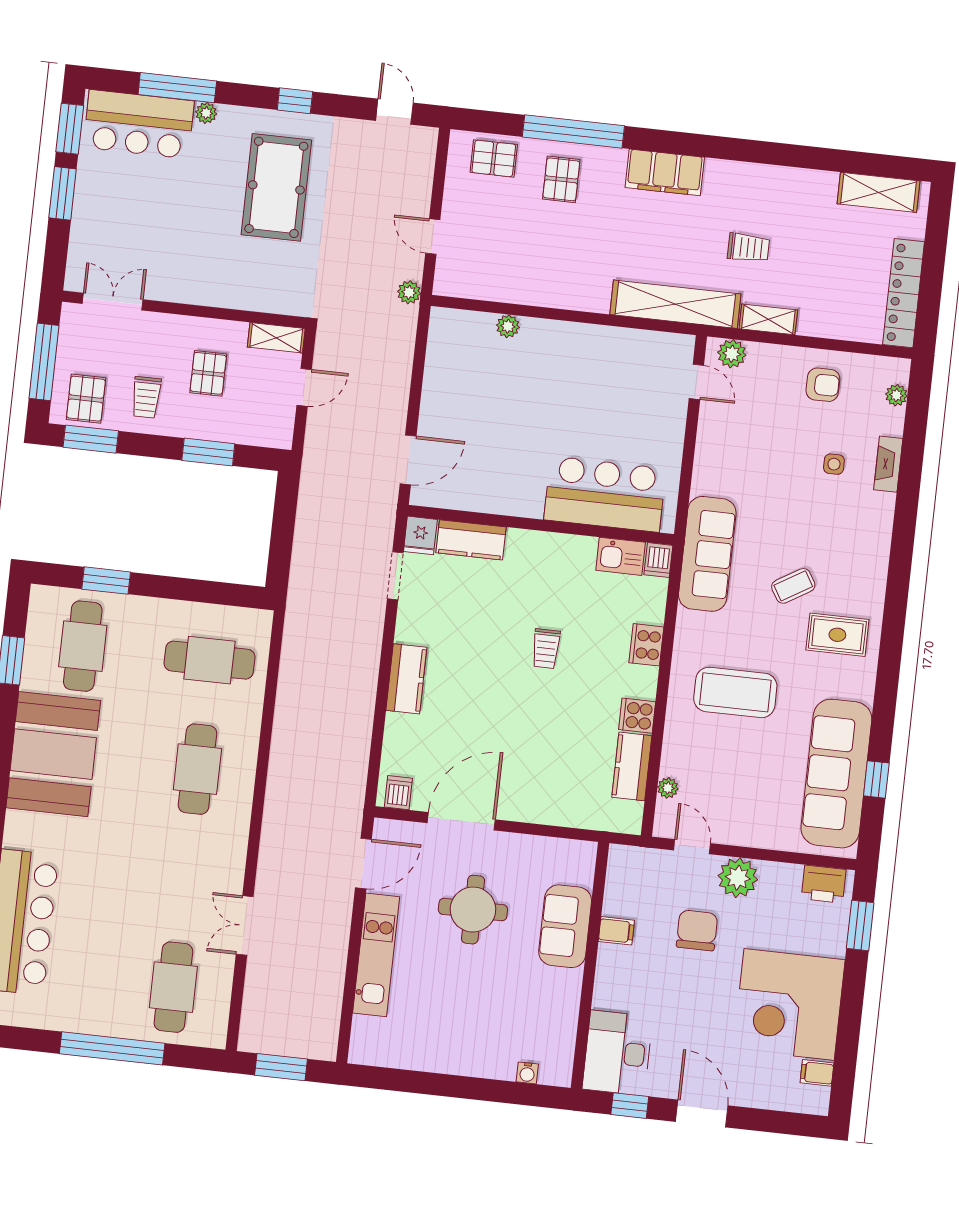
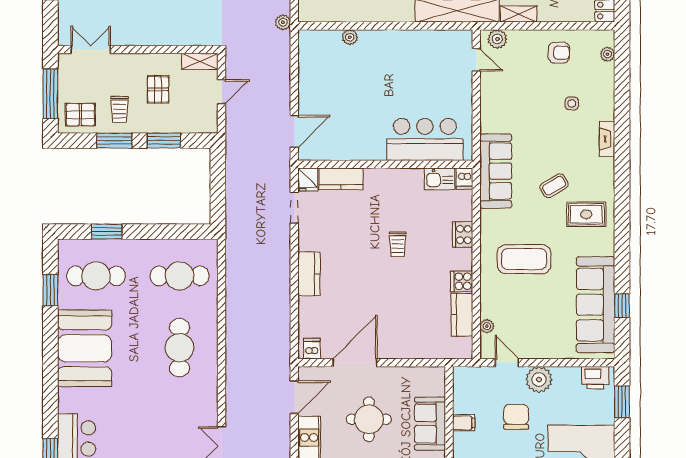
pallet: (86, 399) -> (80, 115), turned 90
window: (91, 439) -> (114, 141), moved
fireplace: (888, 464) -> (607, 139), moved
cafe table: (83, 646) -> (96, 276), turned 90

